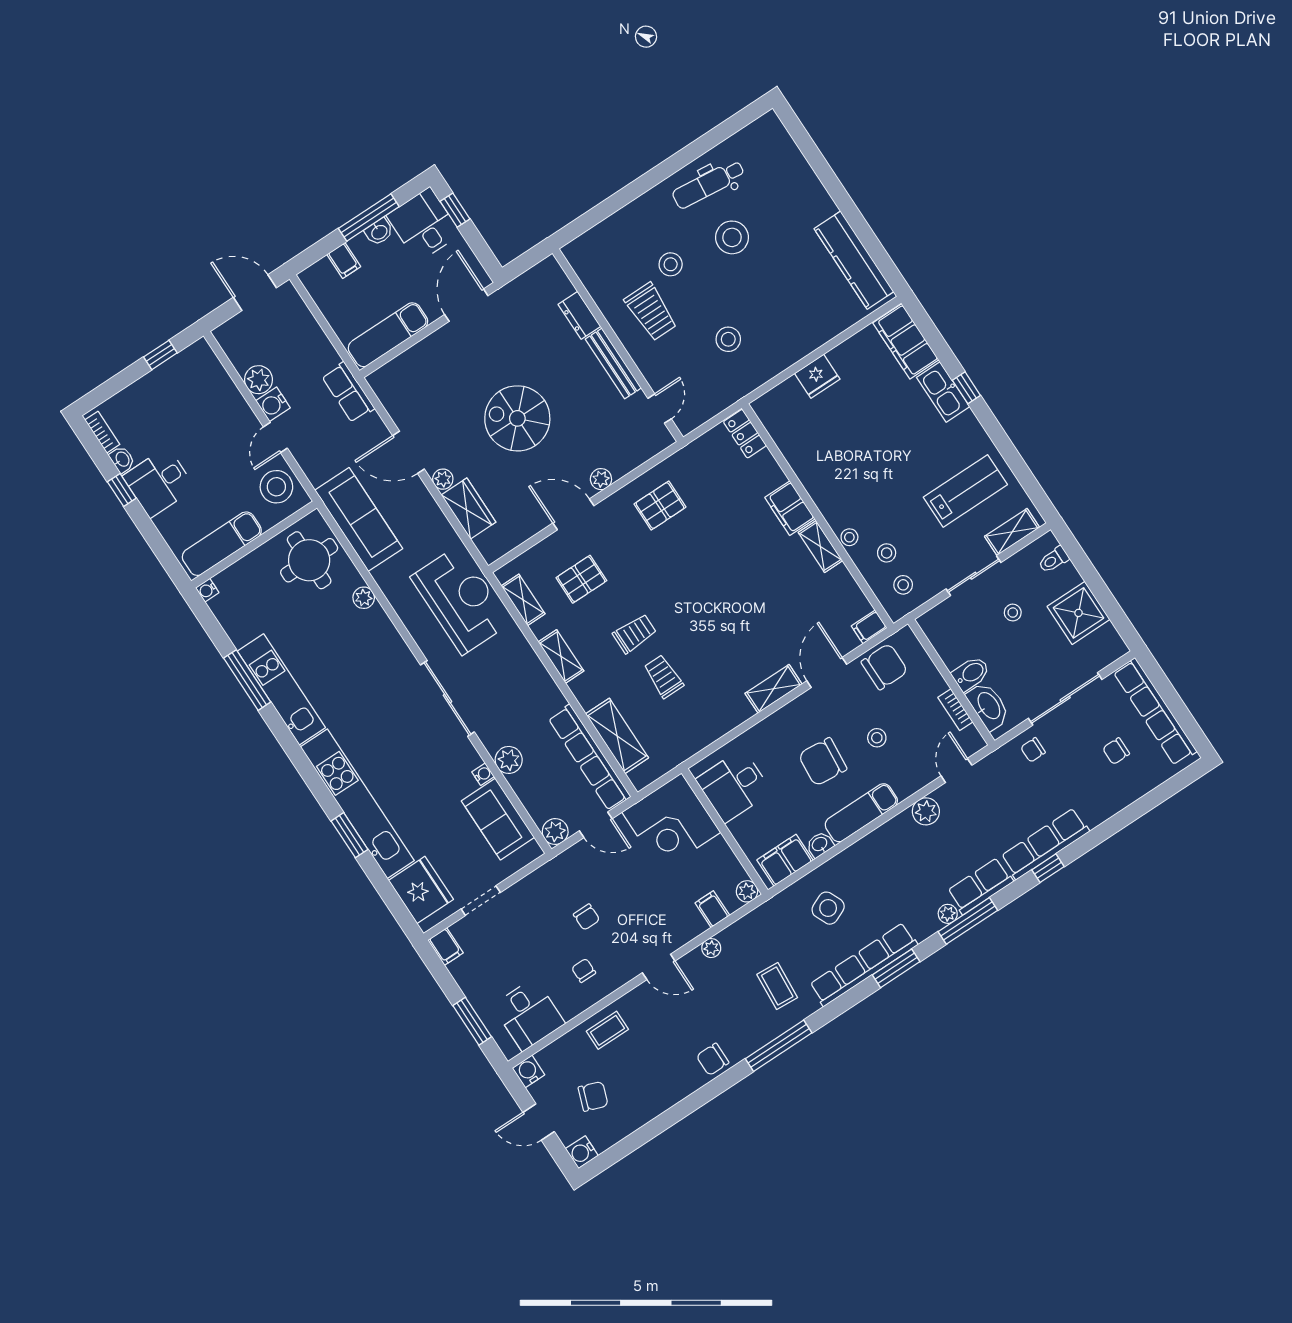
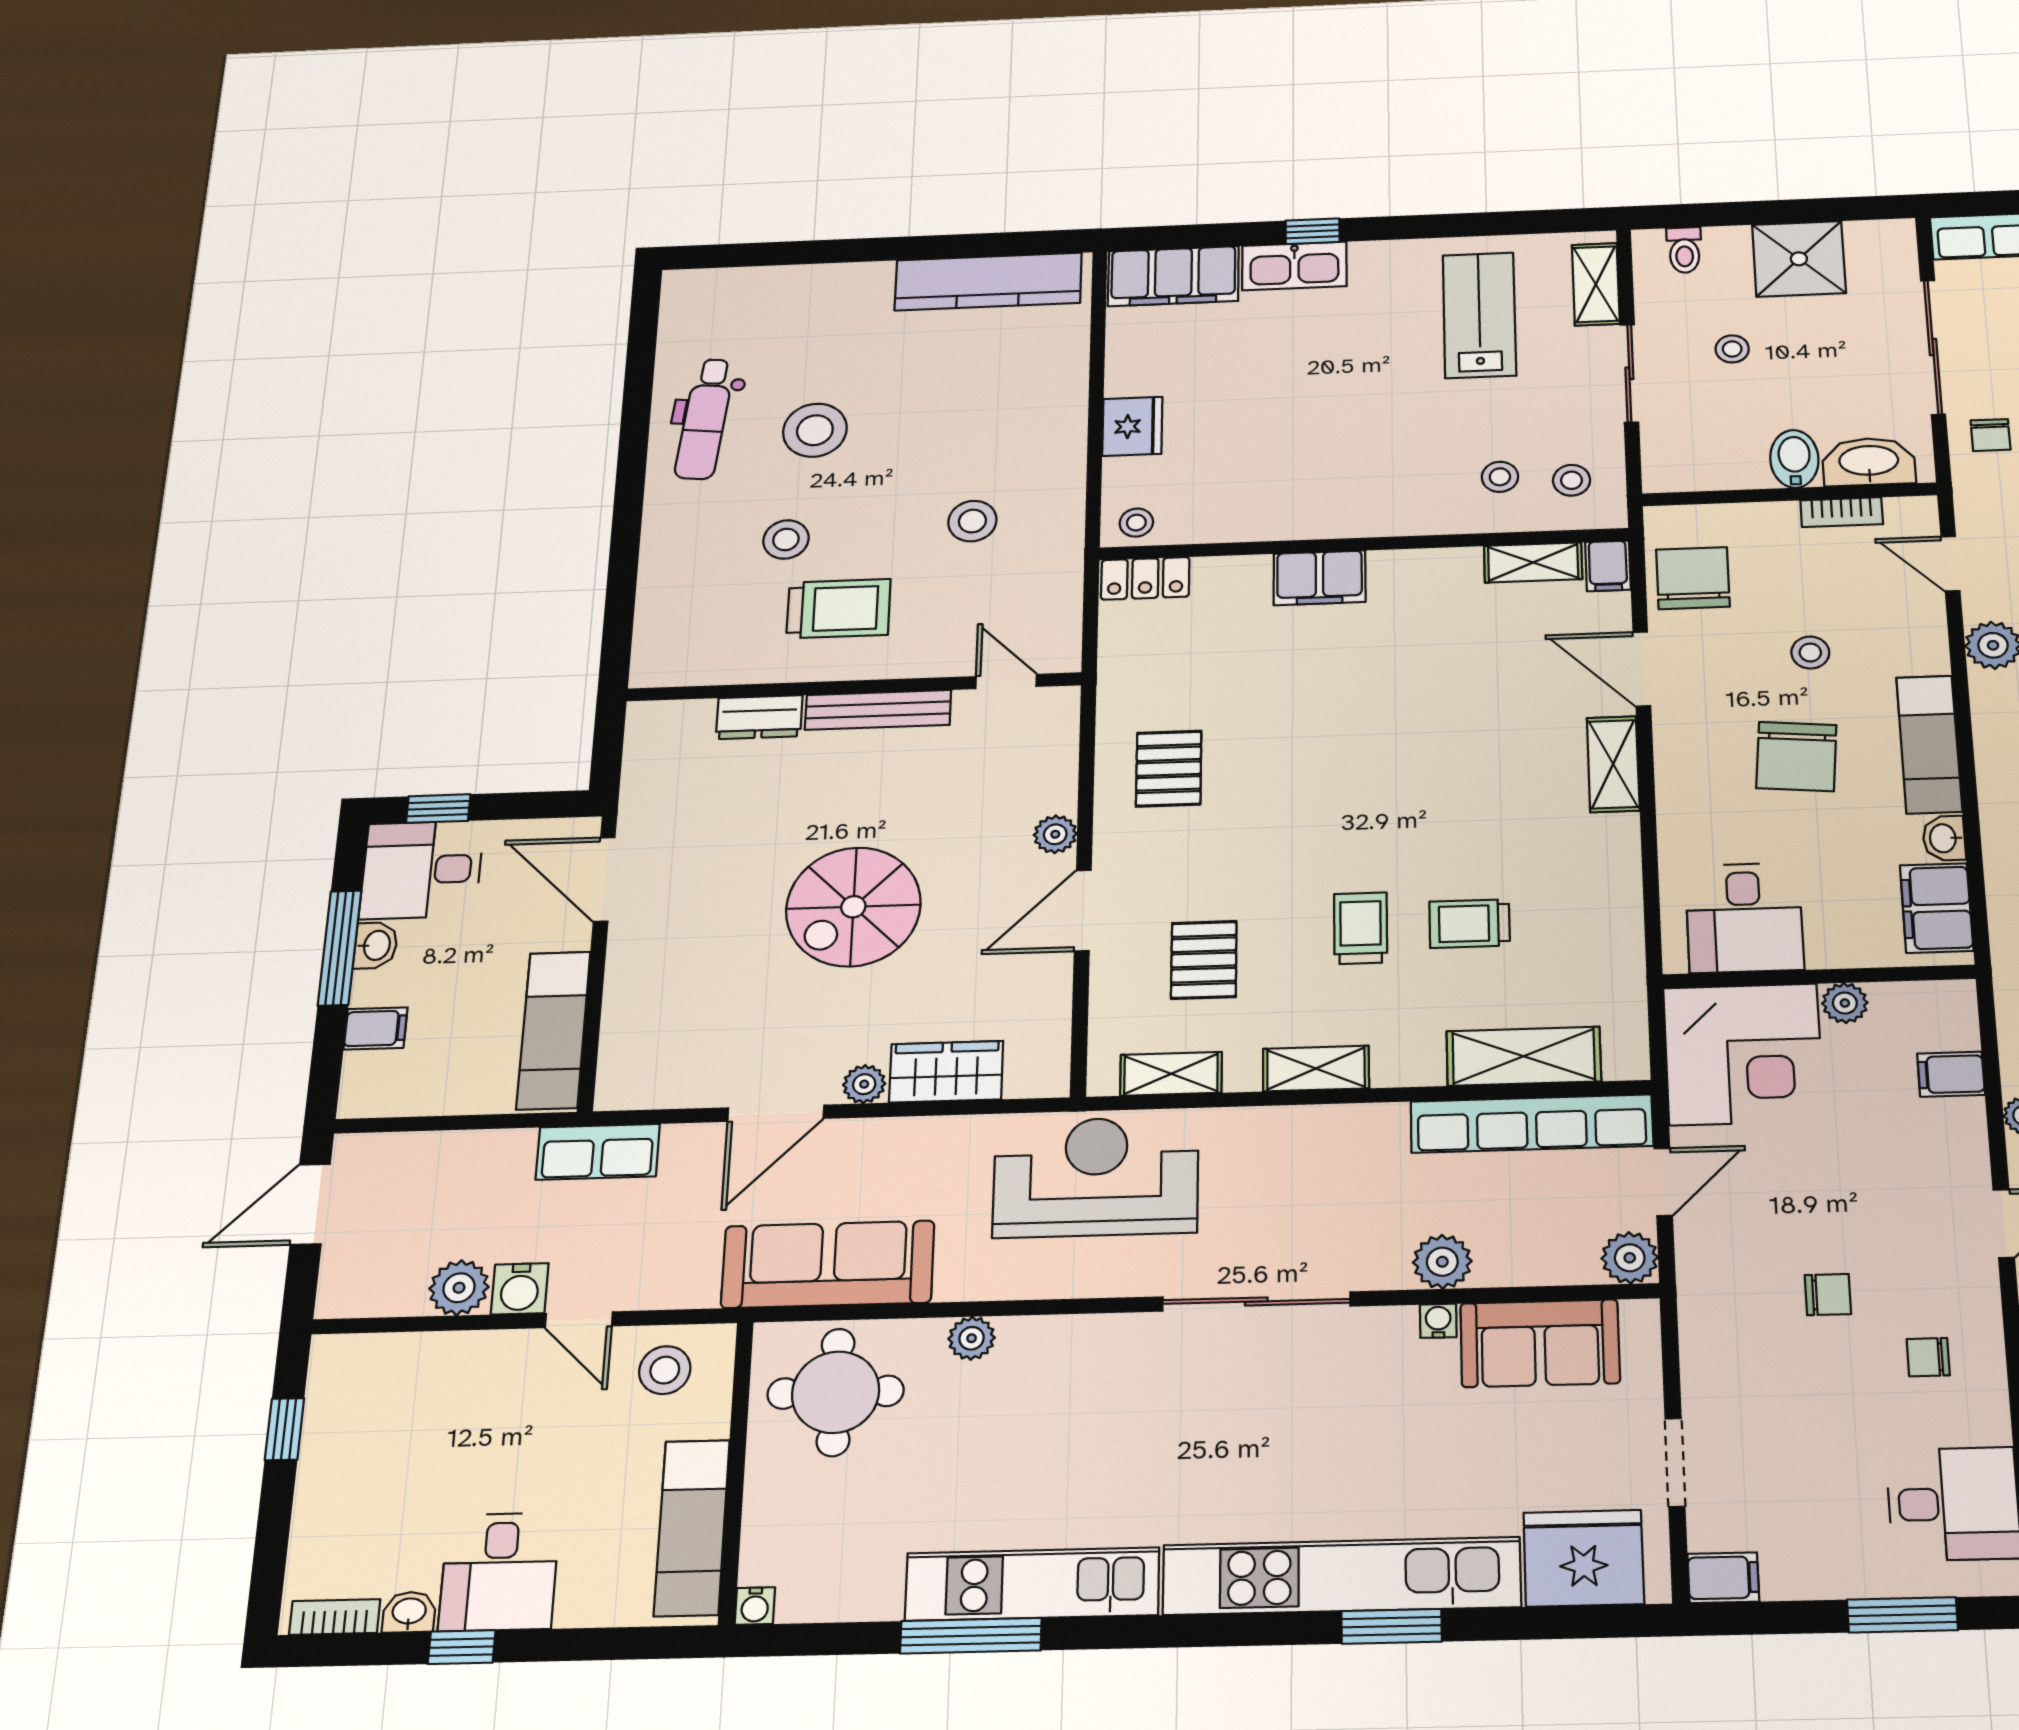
stool: (276, 487) -> (665, 1370), width x0.73, depth x0.73
stool: (849, 537) -> (1136, 523), moved
shelving: (820, 547) -> (1533, 562), moved
plant: (747, 891) -> (1845, 1003), moved

